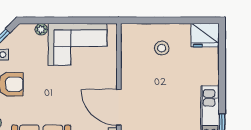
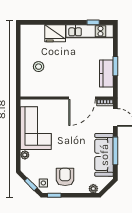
fridge: (205, 35) -> (55, 33), moved, turned 90

